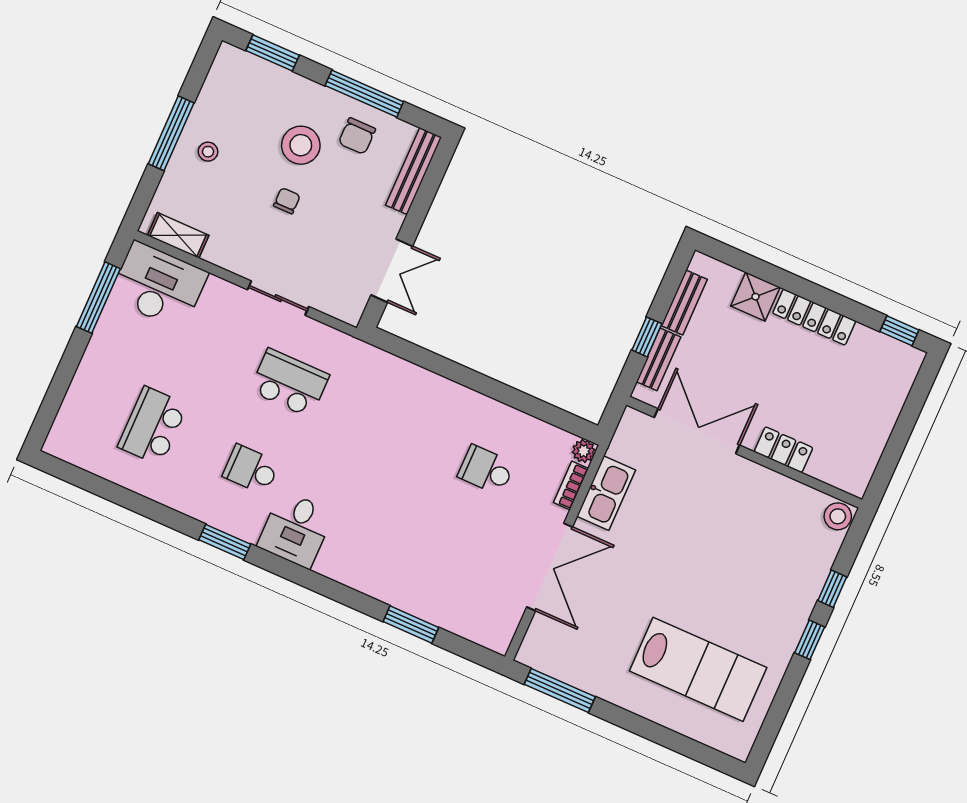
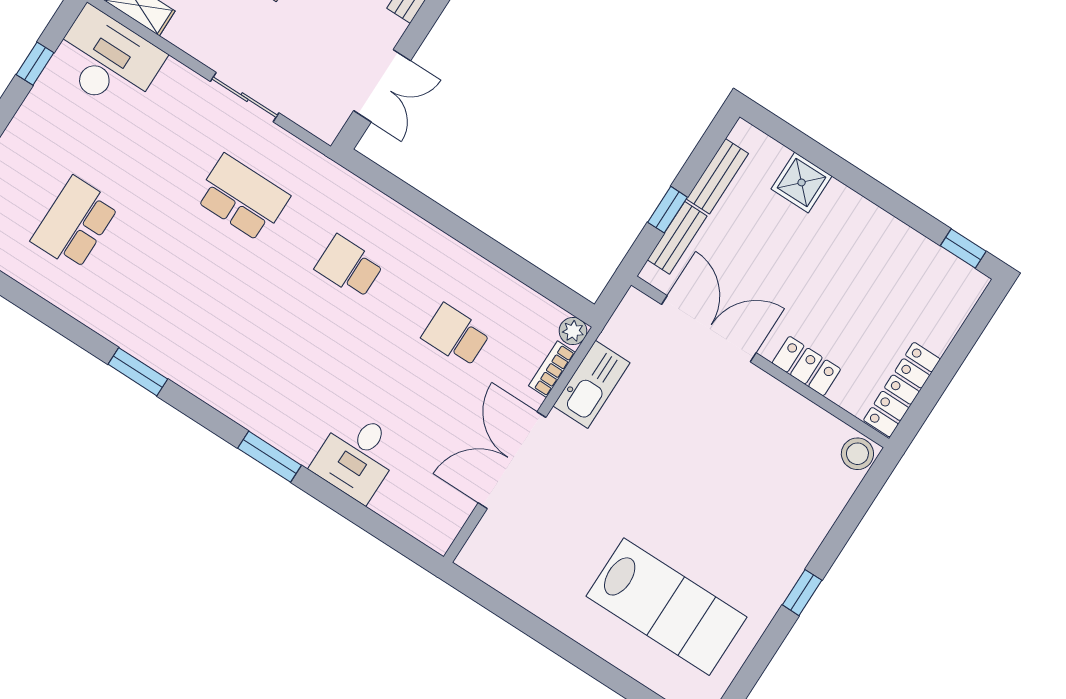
window: (98, 298) -> (35, 64), width x0.46
locker: (814, 317) -> (902, 390), moved, turned 90
school desk: (251, 469) -> (349, 267), moved
desk: (296, 529) -> (357, 456), moved
double door: (550, 567) -> (512, 460), swing flipped
window: (832, 589) -> (838, 537), removed
window: (411, 625) -> (270, 457), moved
window: (560, 690) -> (501, 606), removed

